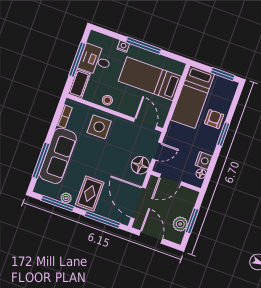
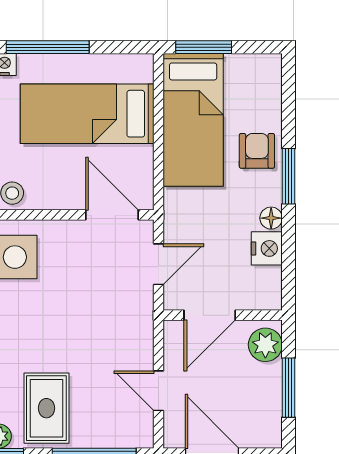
window: (223, 74) -> (204, 47), moved
floor lamp: (140, 165) -> (133, 308), removed
floor lamp: (201, 174) -> (271, 218), moved
door: (138, 203) -> (158, 391), width x0.53
plant: (180, 224) -> (265, 345), moved

